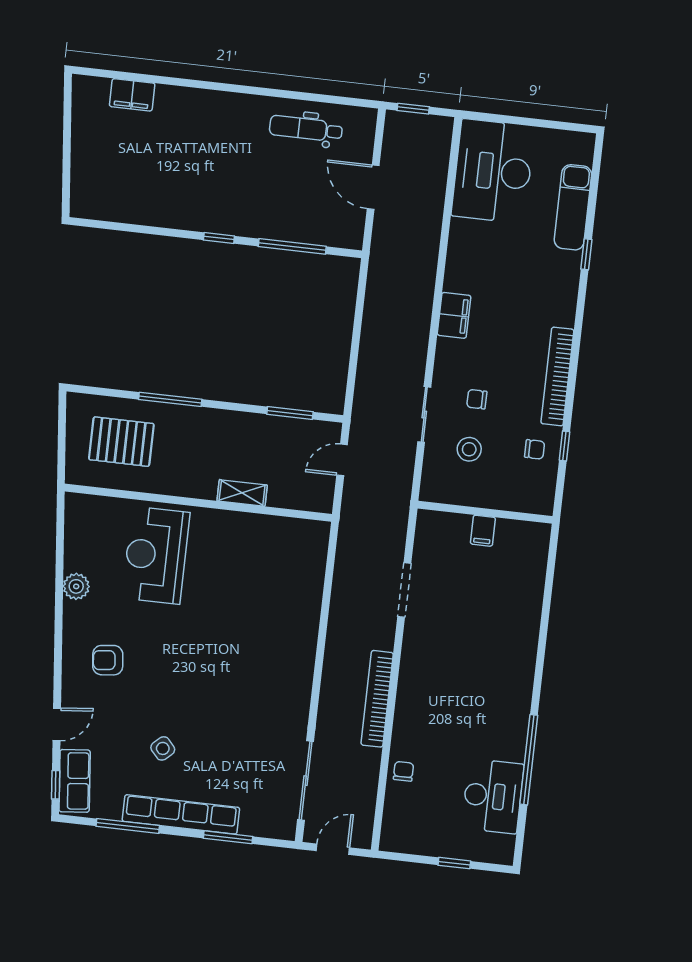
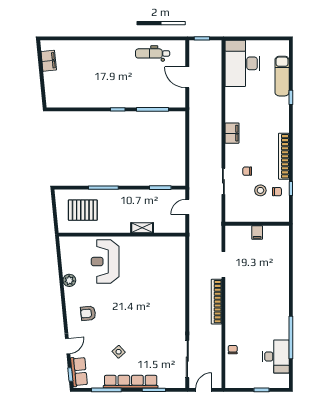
filing cabinet: (132, 95) -> (49, 61), moved, turned -95
stool: (469, 449) -> (260, 190), moved
bookcase: (377, 699) -> (216, 302), moved

